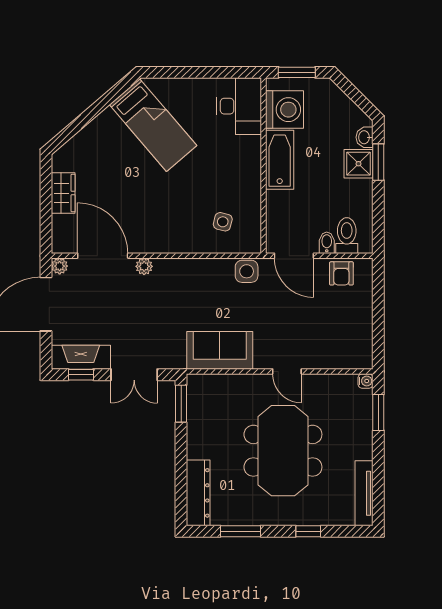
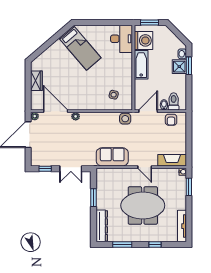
door: (294, 256) -> (148, 111), swing flipped
fireplace: (81, 357) -> (172, 160), moved
window: (181, 404) -> (93, 198), moved
meeting table: (283, 451) -> (143, 205), turned 90

